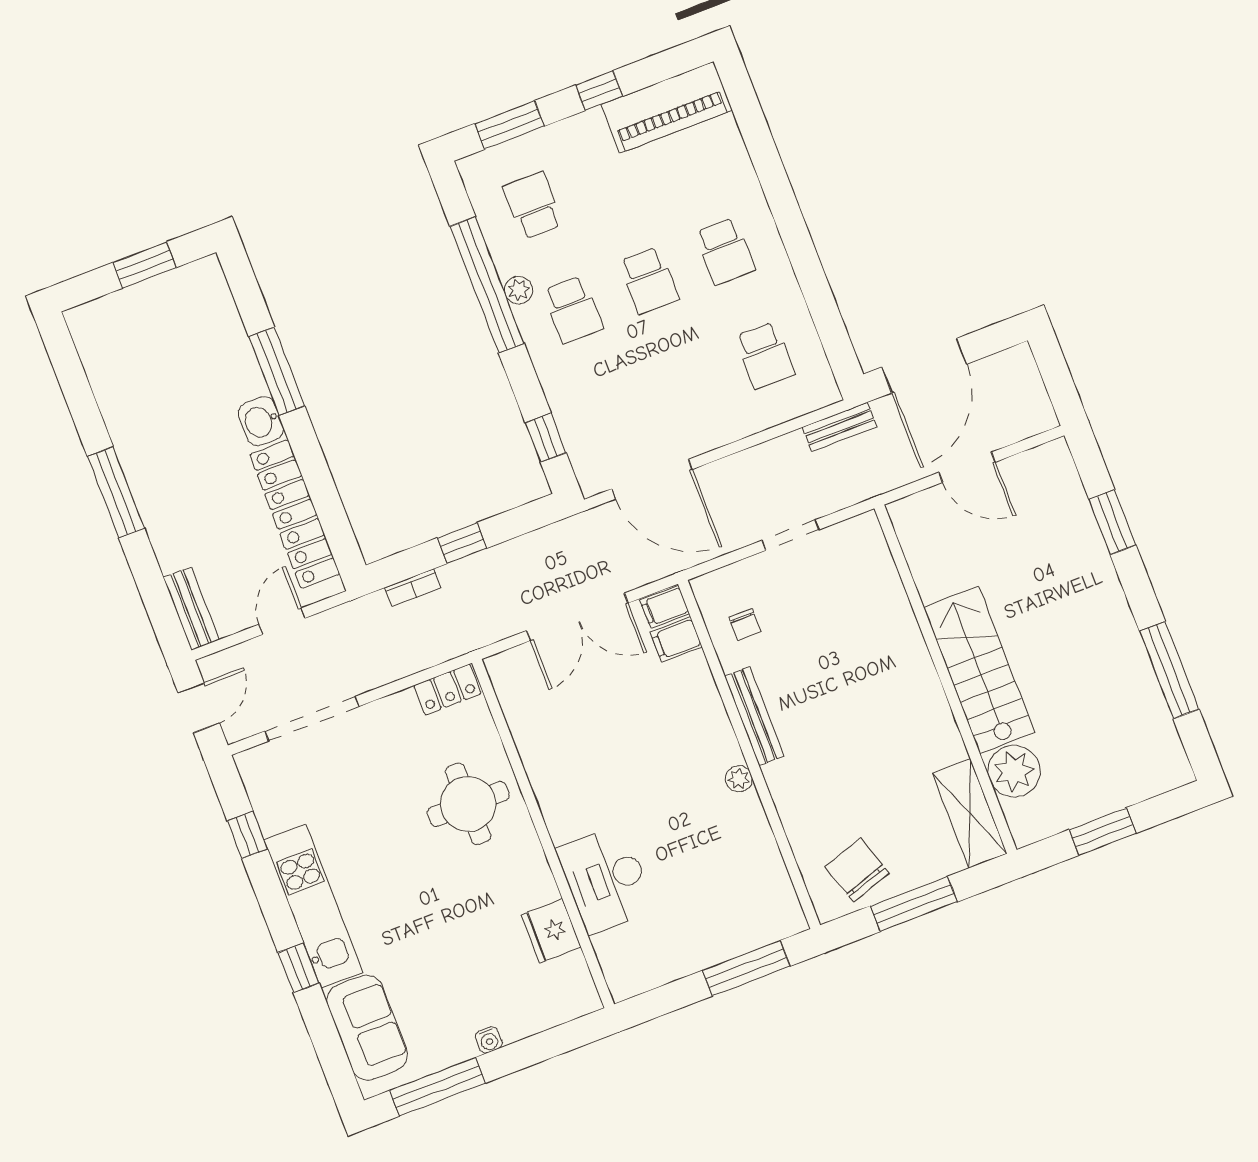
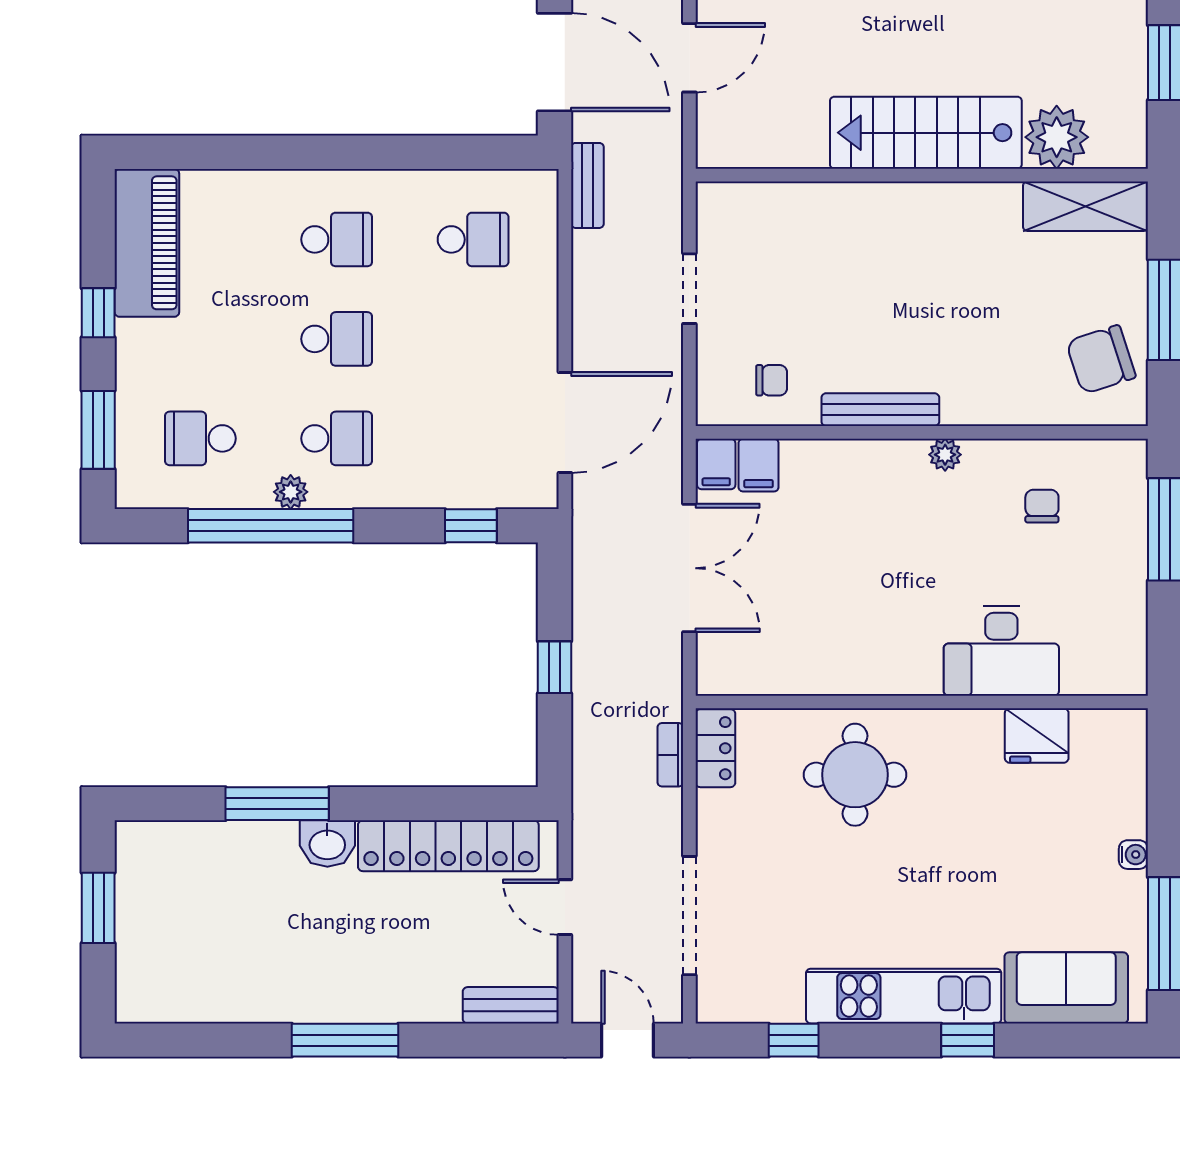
bookcase: (413, 588) -> (670, 755), moved, turned 180
chair: (728, 868) -> (1042, 506), added

